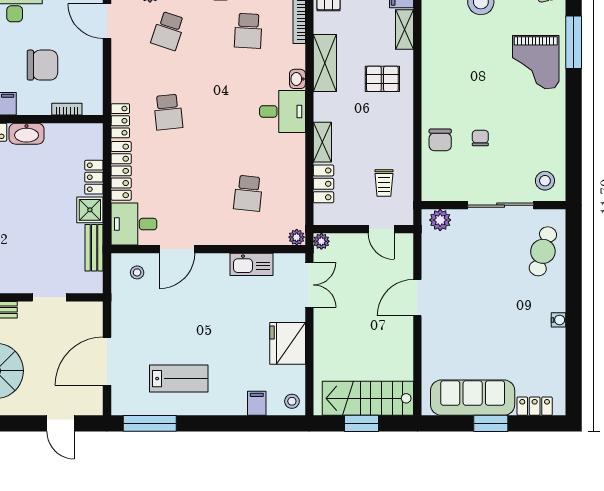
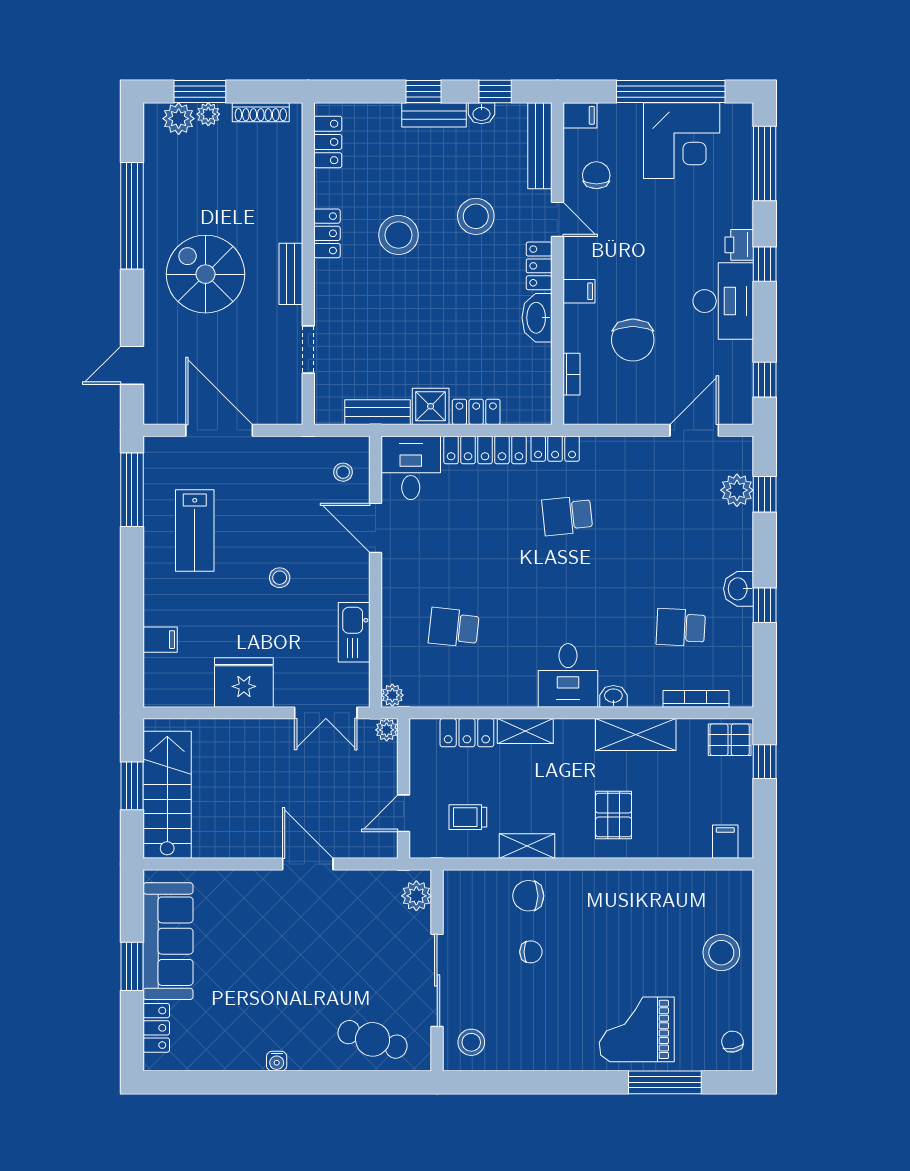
shelving: (405, 29) -> (527, 846), moved
school desk: (168, 31) -> (681, 516), removed
stool: (292, 401) -> (280, 578), moved

